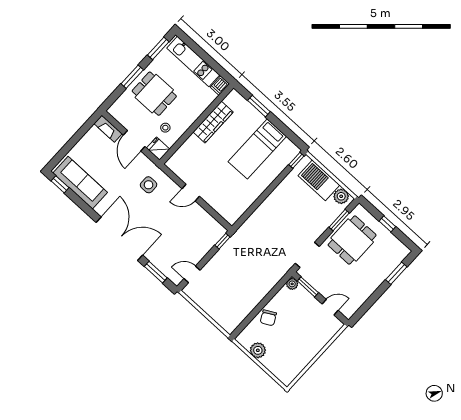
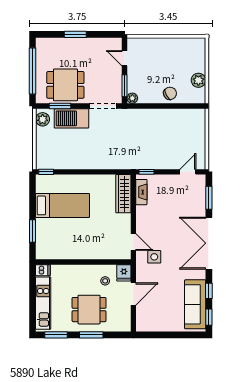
dining table: (154, 94) -> (89, 310), turned 90
wardrobe: (213, 122) -> (123, 194), moved, turned -90
fireplace: (108, 129) -> (141, 192), moved
barbecue: (319, 180) -> (71, 118), moved, turned 90
door: (191, 193) -> (133, 242), moved
window: (81, 204) -> (209, 291), added
window: (387, 224) -> (33, 71), width x3.17
window: (396, 273) -> (75, 34), moved
door: (192, 274) -> (188, 172), swing flipped

